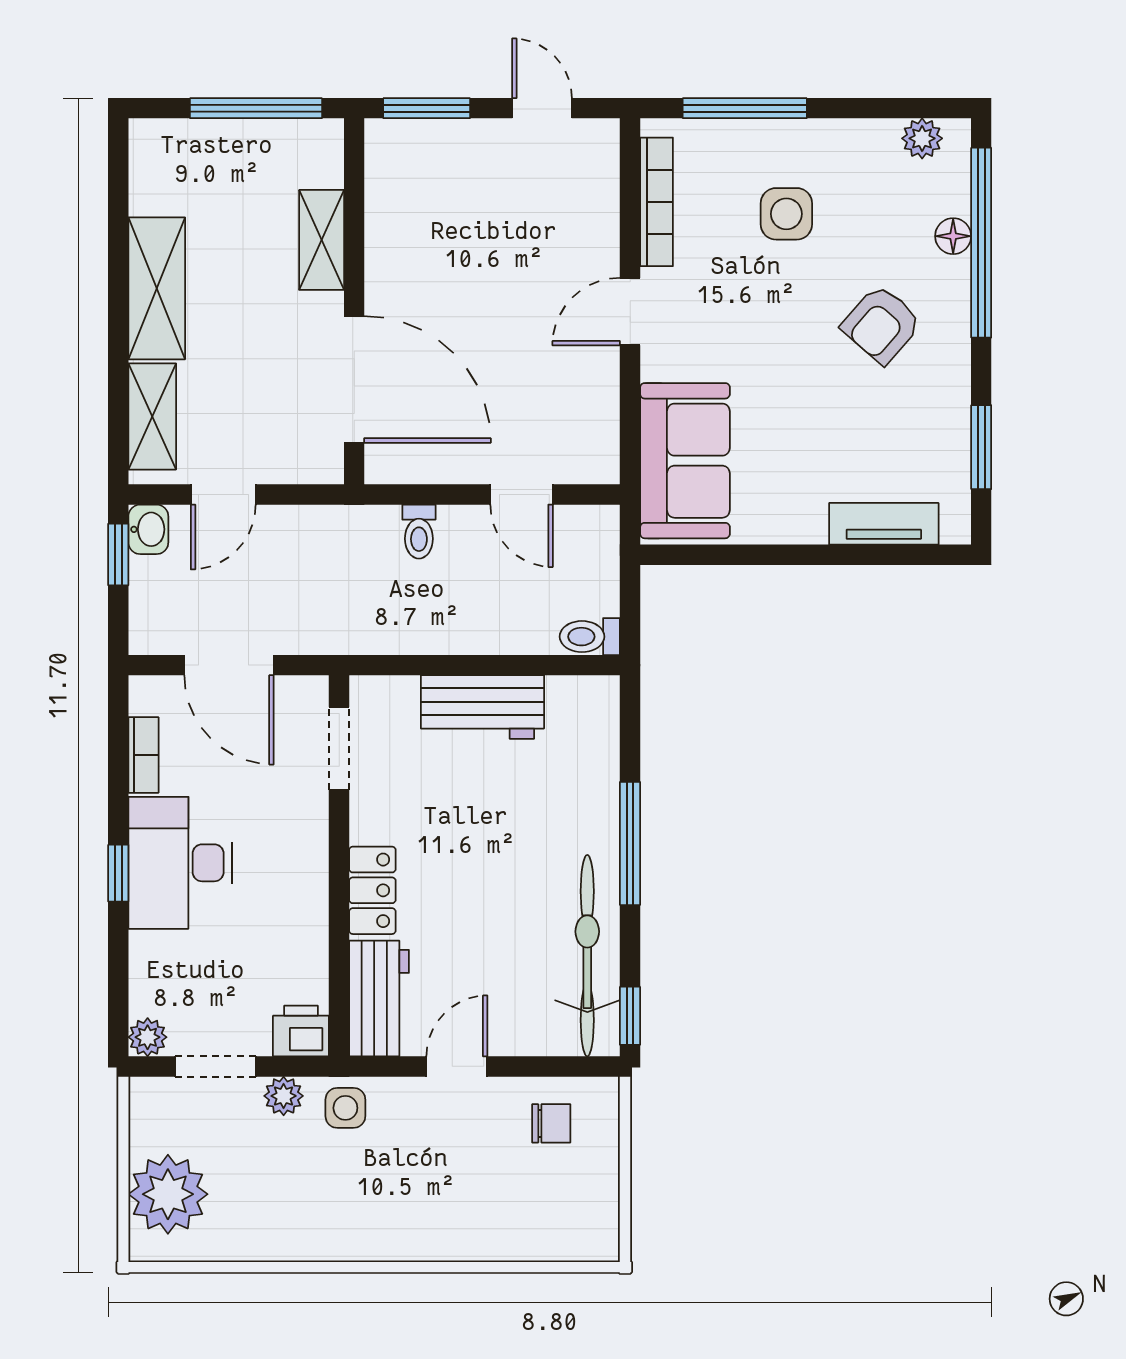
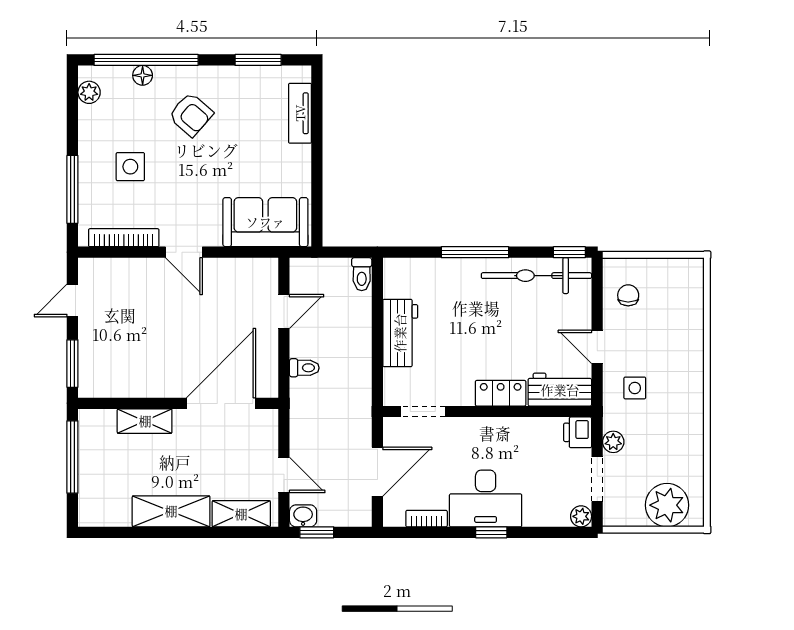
side table: (345, 1108) -> (635, 388), moved

